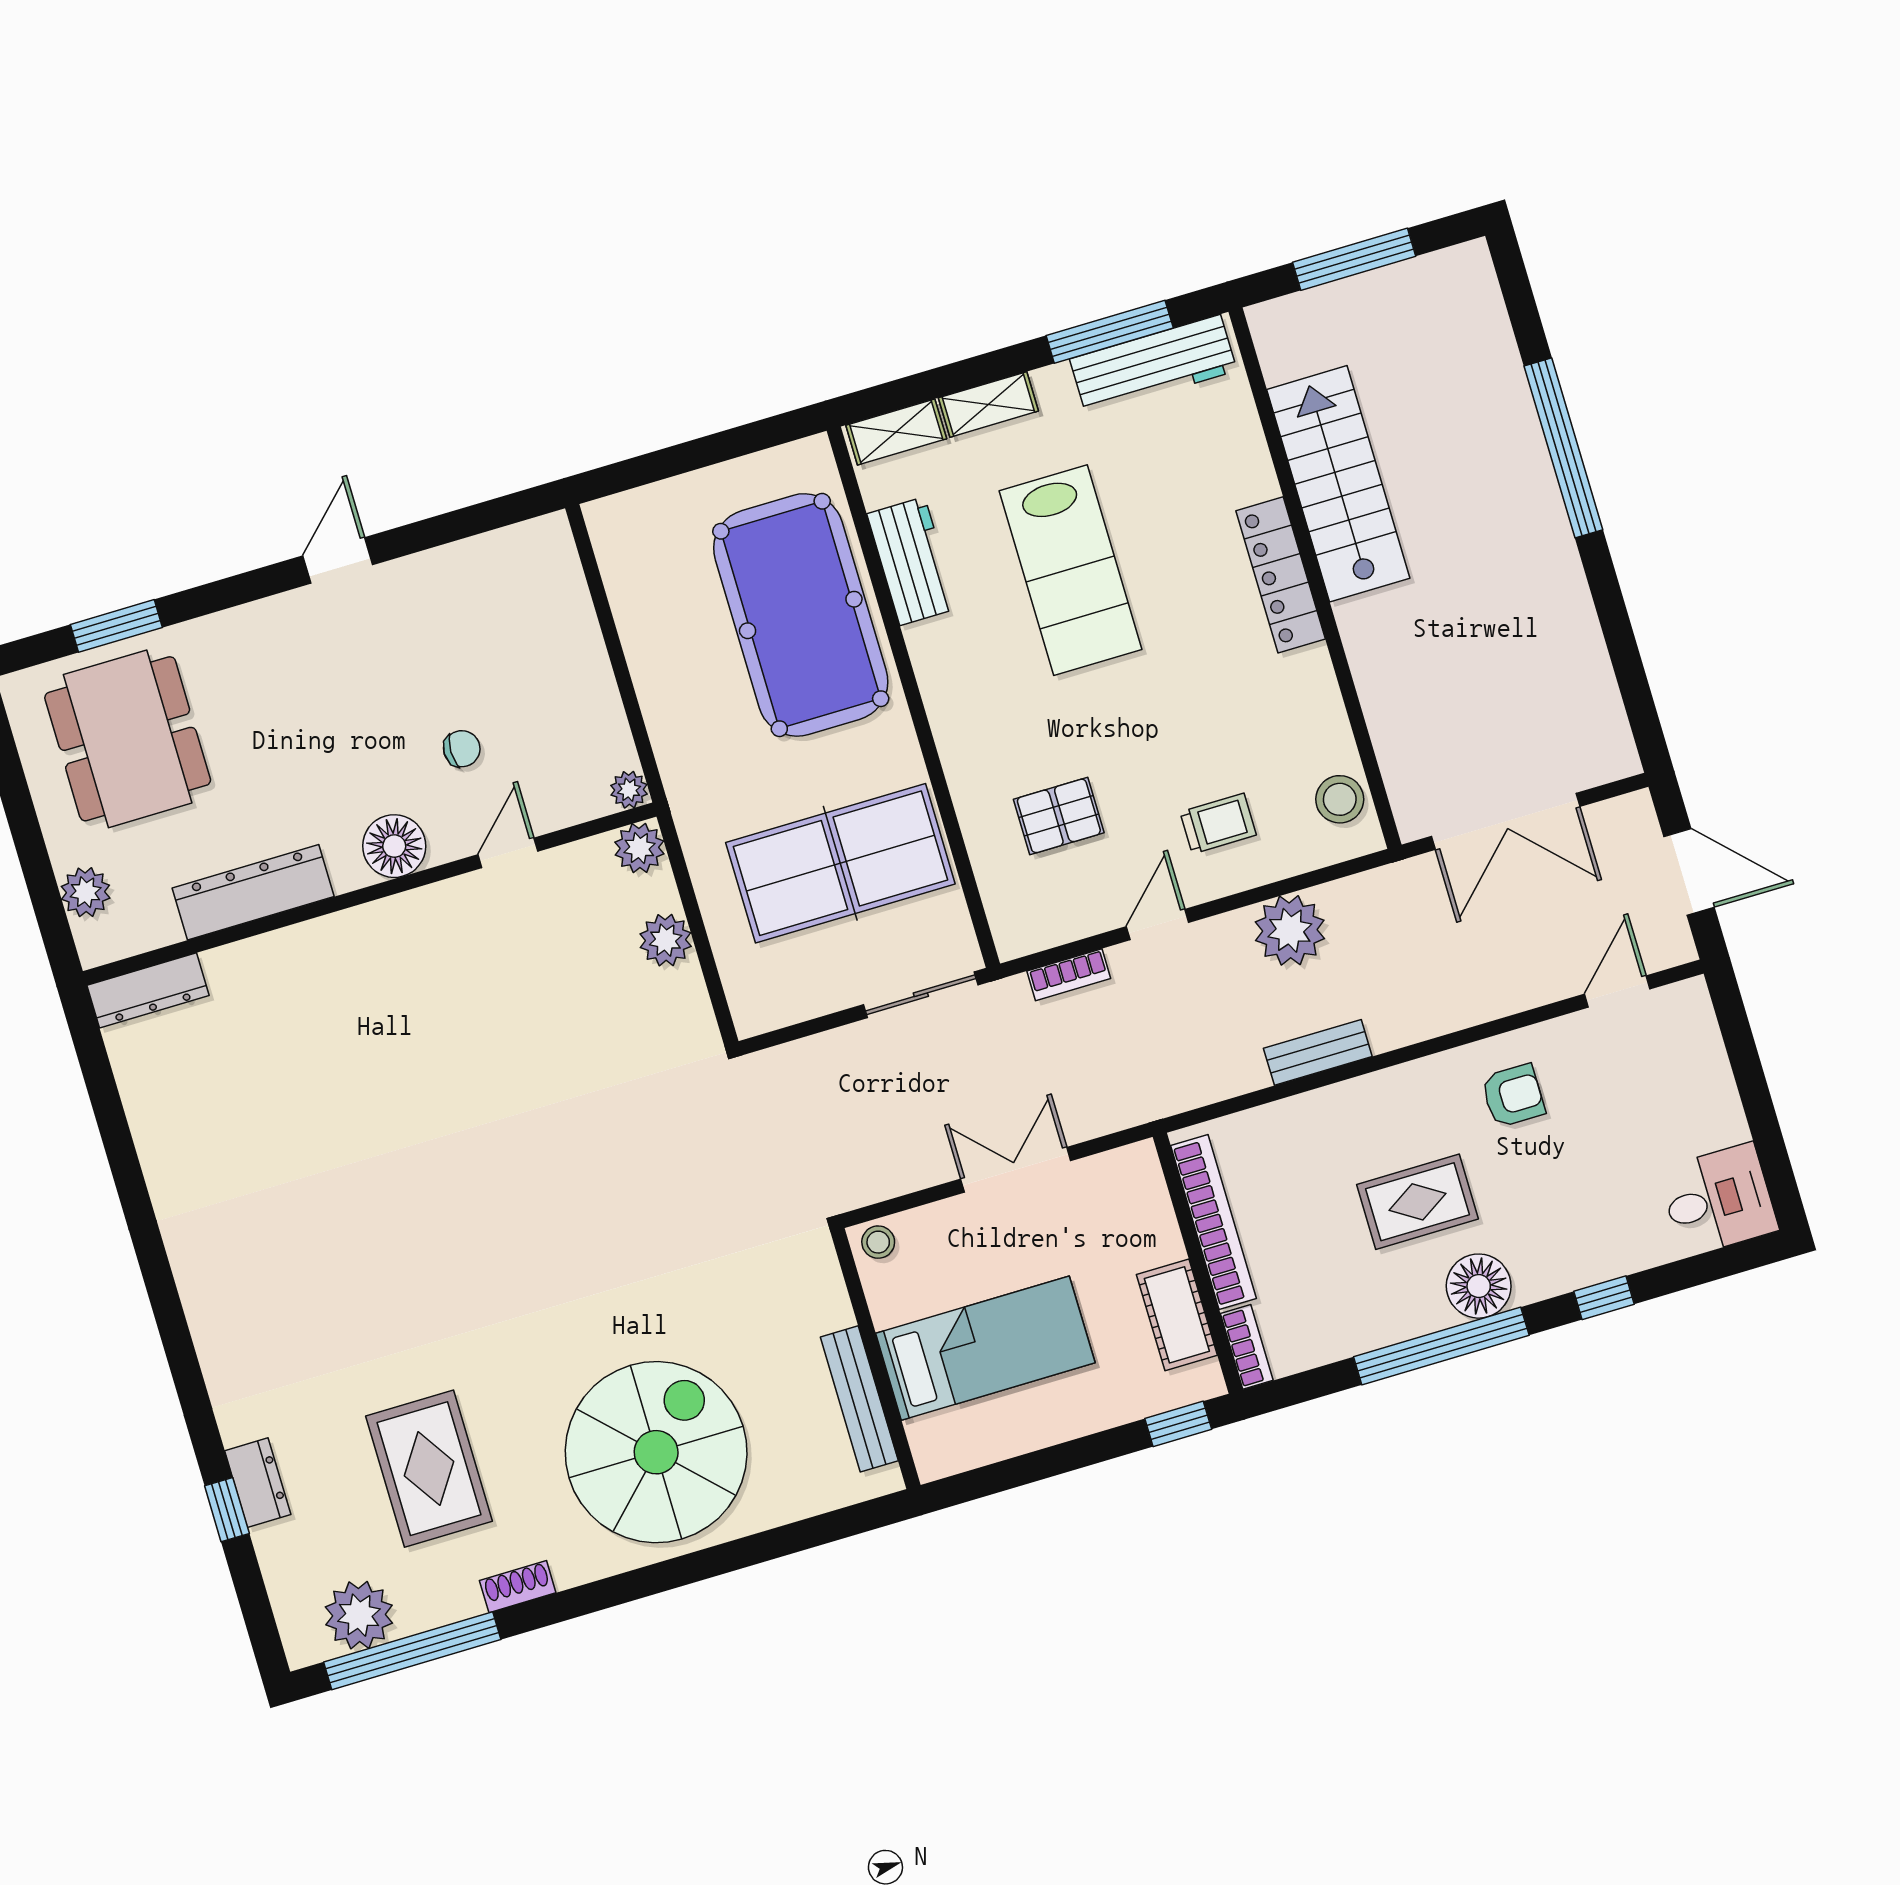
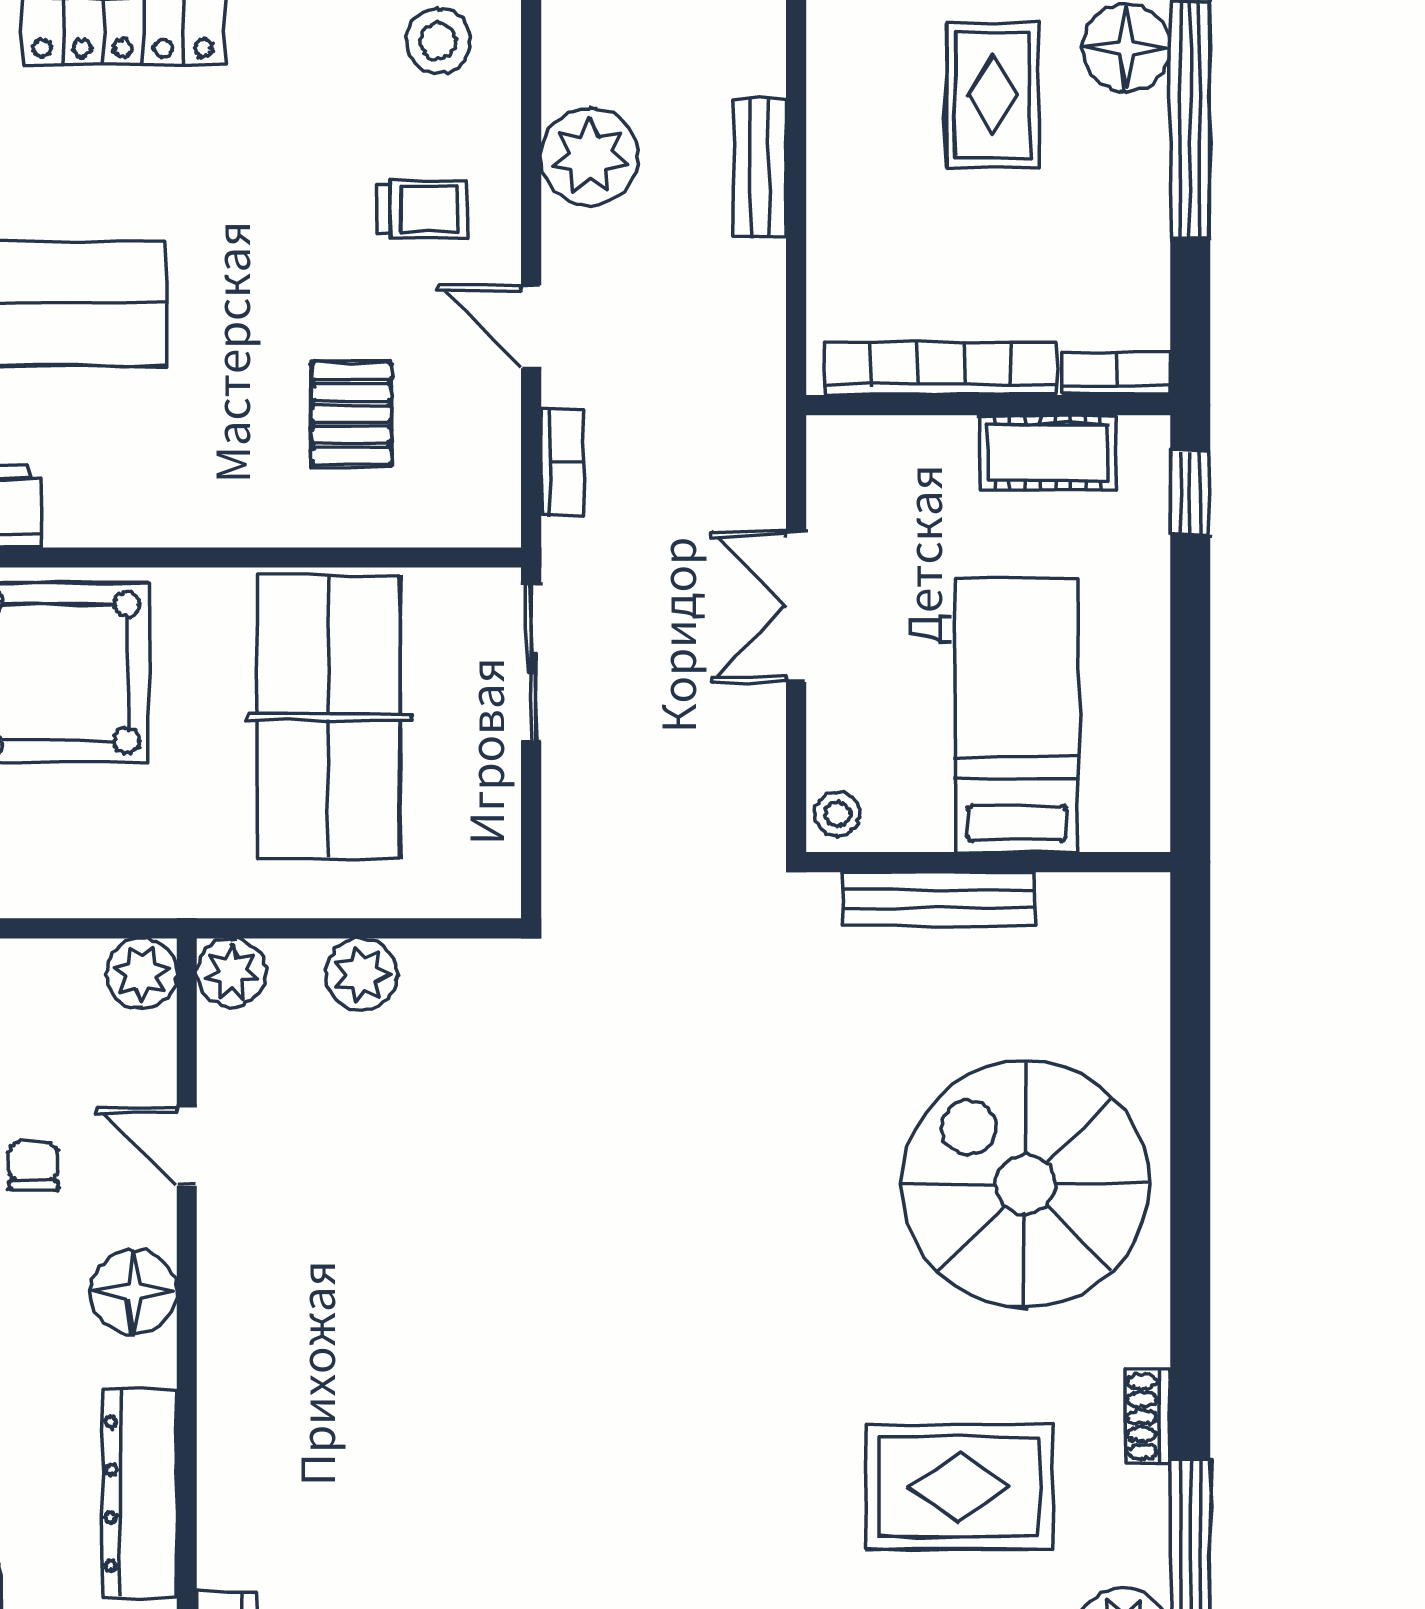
plant: (629, 790) -> (142, 974), width x1.38, depth x1.38
trolley: (1218, 823) -> (423, 209), turned 90
bench: (859, 1399) -> (939, 899), moved

